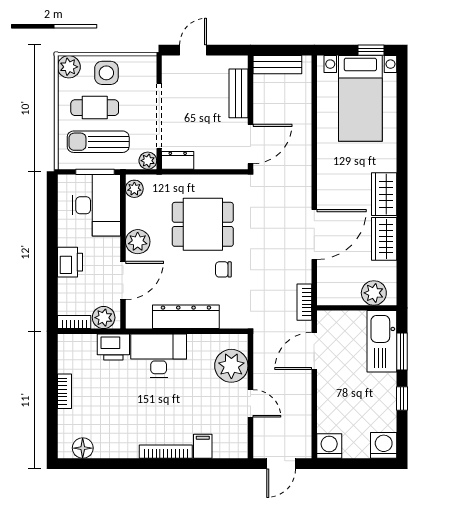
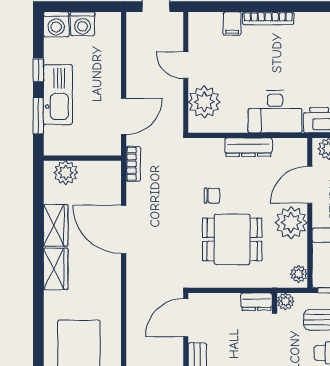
door: (314, 235) -> (124, 229), hinge flipped
plant: (138, 242) -> (291, 223), width x1.36, depth x1.36
dresser: (186, 317) -> (248, 147), width x0.73, depth x0.80
kitchen sink: (382, 341) -> (58, 95), moved
washing machine: (329, 446) -> (83, 24), moved

